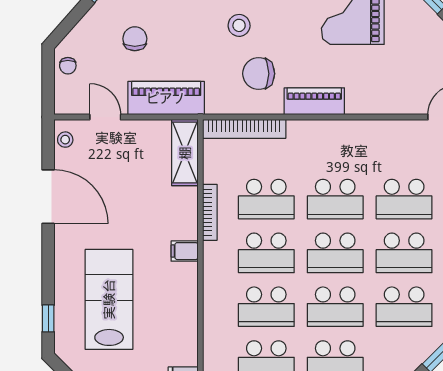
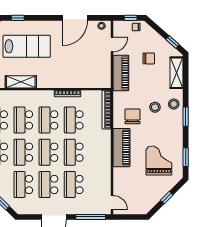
window: (48, 77) -> (131, 18), added
piano: (314, 101) -> (122, 148), width x1.37, depth x1.33
shelving: (185, 153) -> (21, 82), moved
filing cabinet: (185, 251) -> (49, 82), removed

